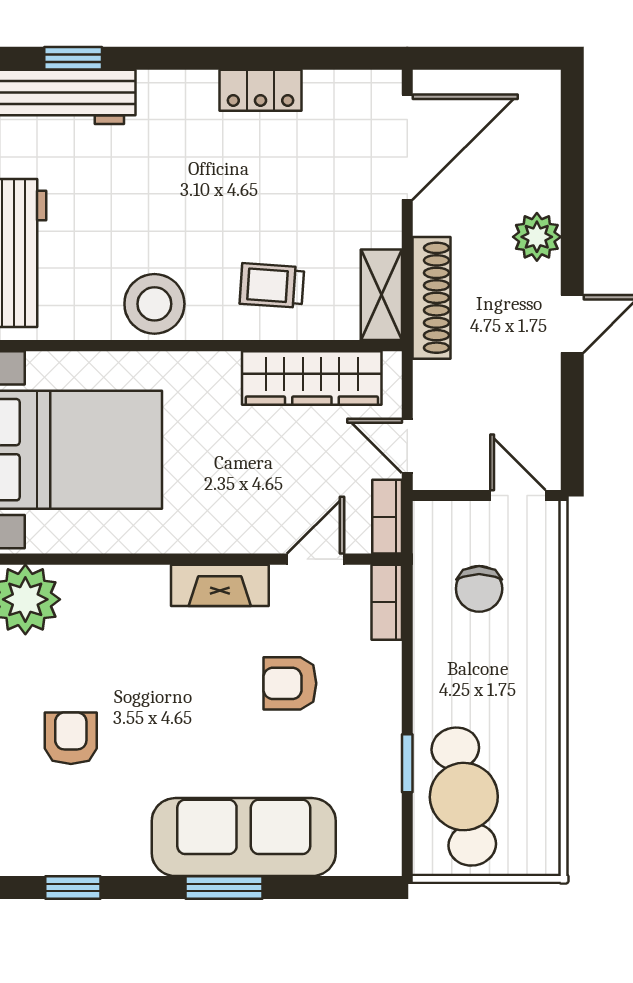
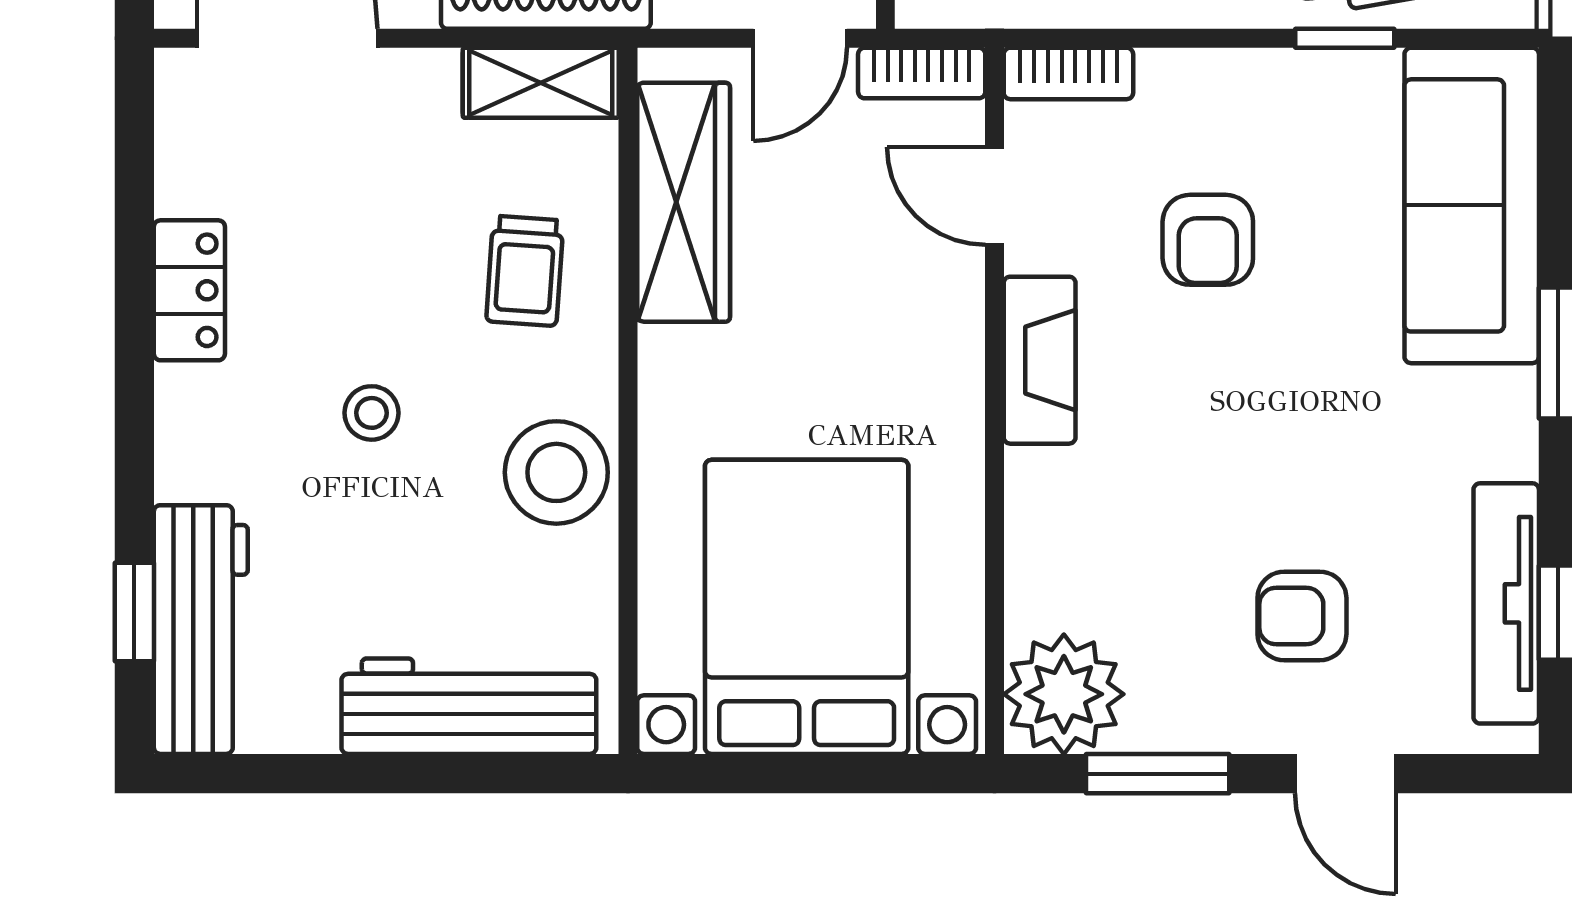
stool: (189, 196) -> (371, 413), added
sofa: (244, 837) -> (1472, 205), moved
tv unit: (78, 857) -> (1506, 603), added

